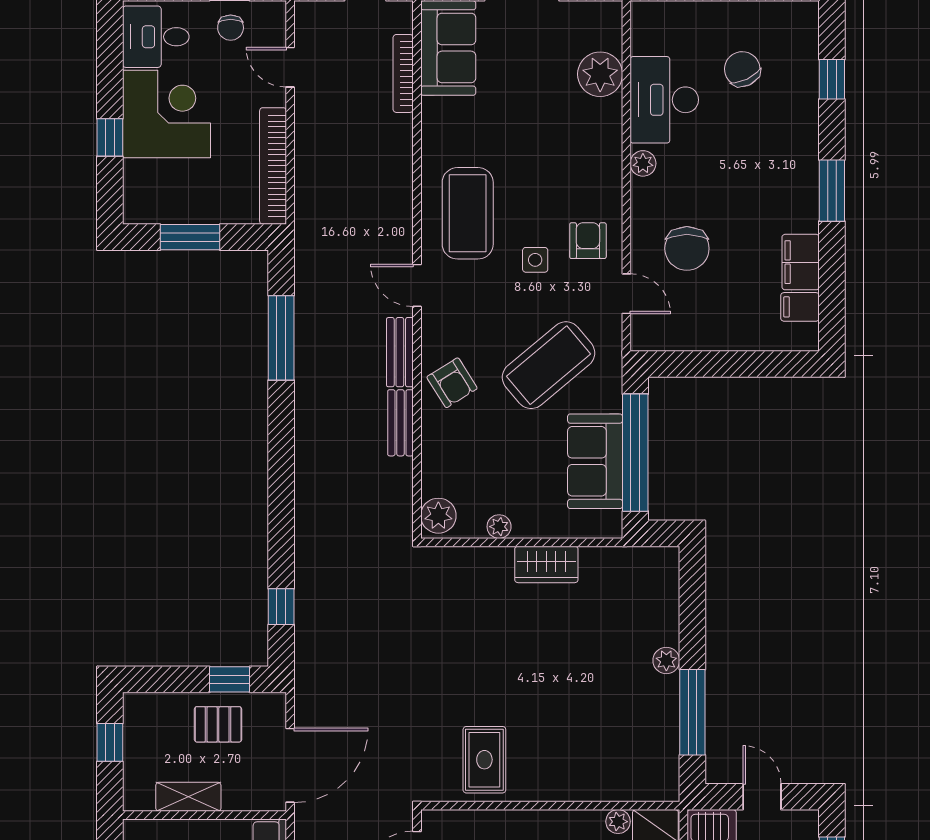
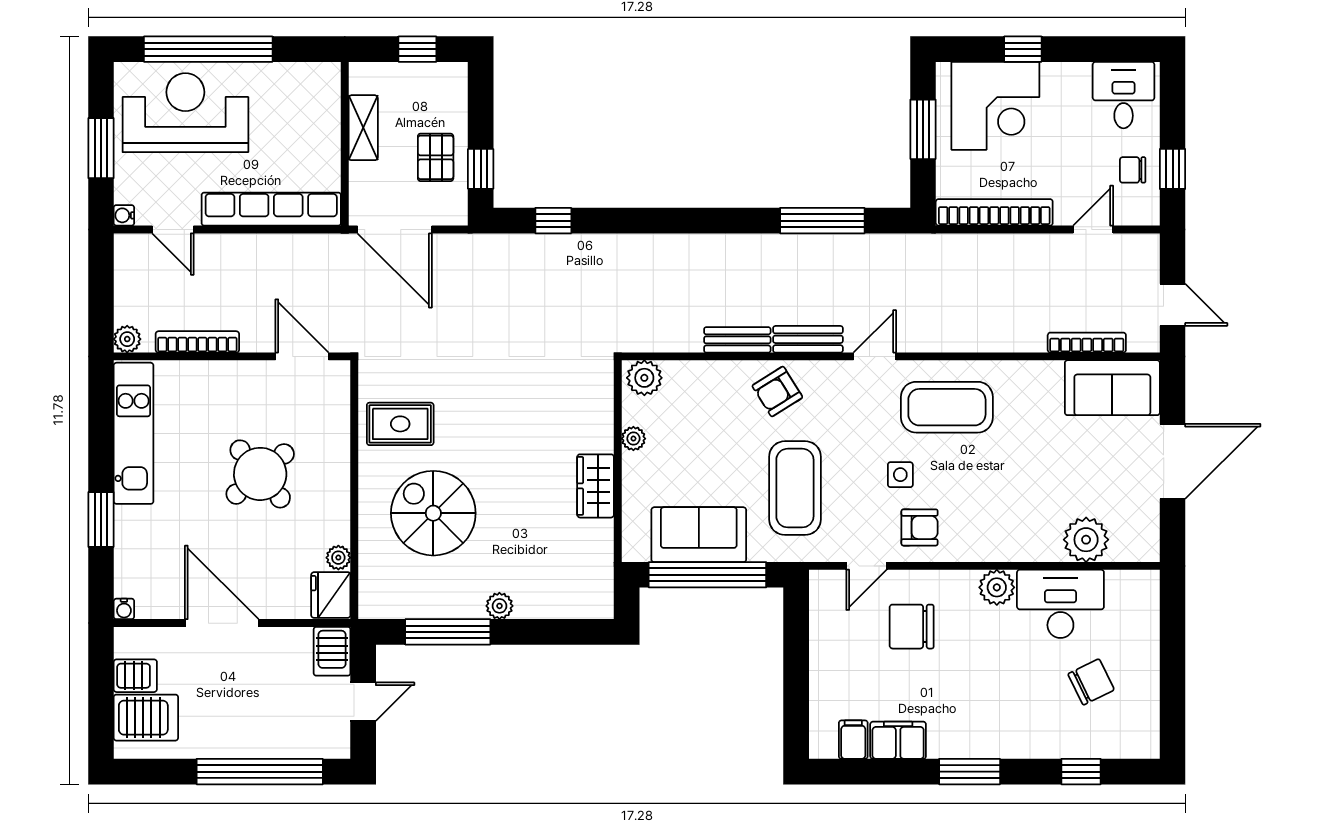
corner desk: (167, 114) -> (995, 106), moved
plant: (643, 163) -> (997, 587), width x1.38, depth x1.38
coffee table: (549, 365) -> (795, 488), turned 40
spiral stairs: (574, 727) -> (433, 513), added

